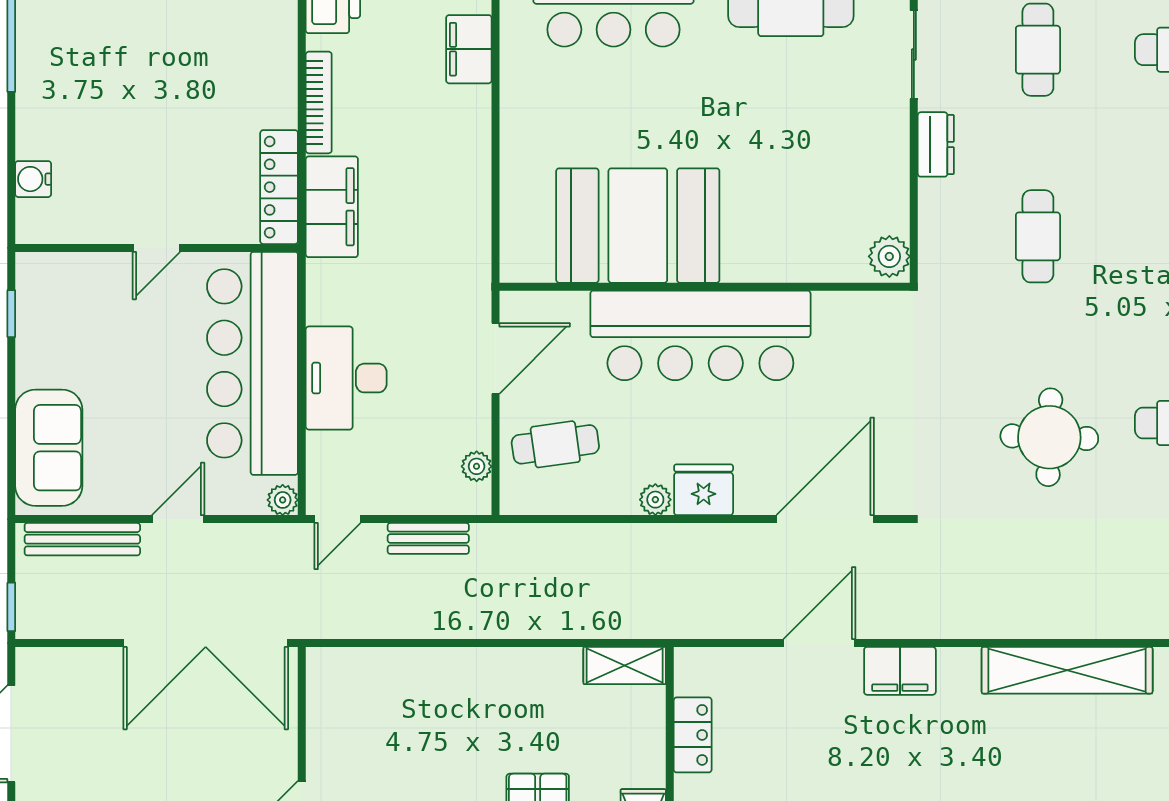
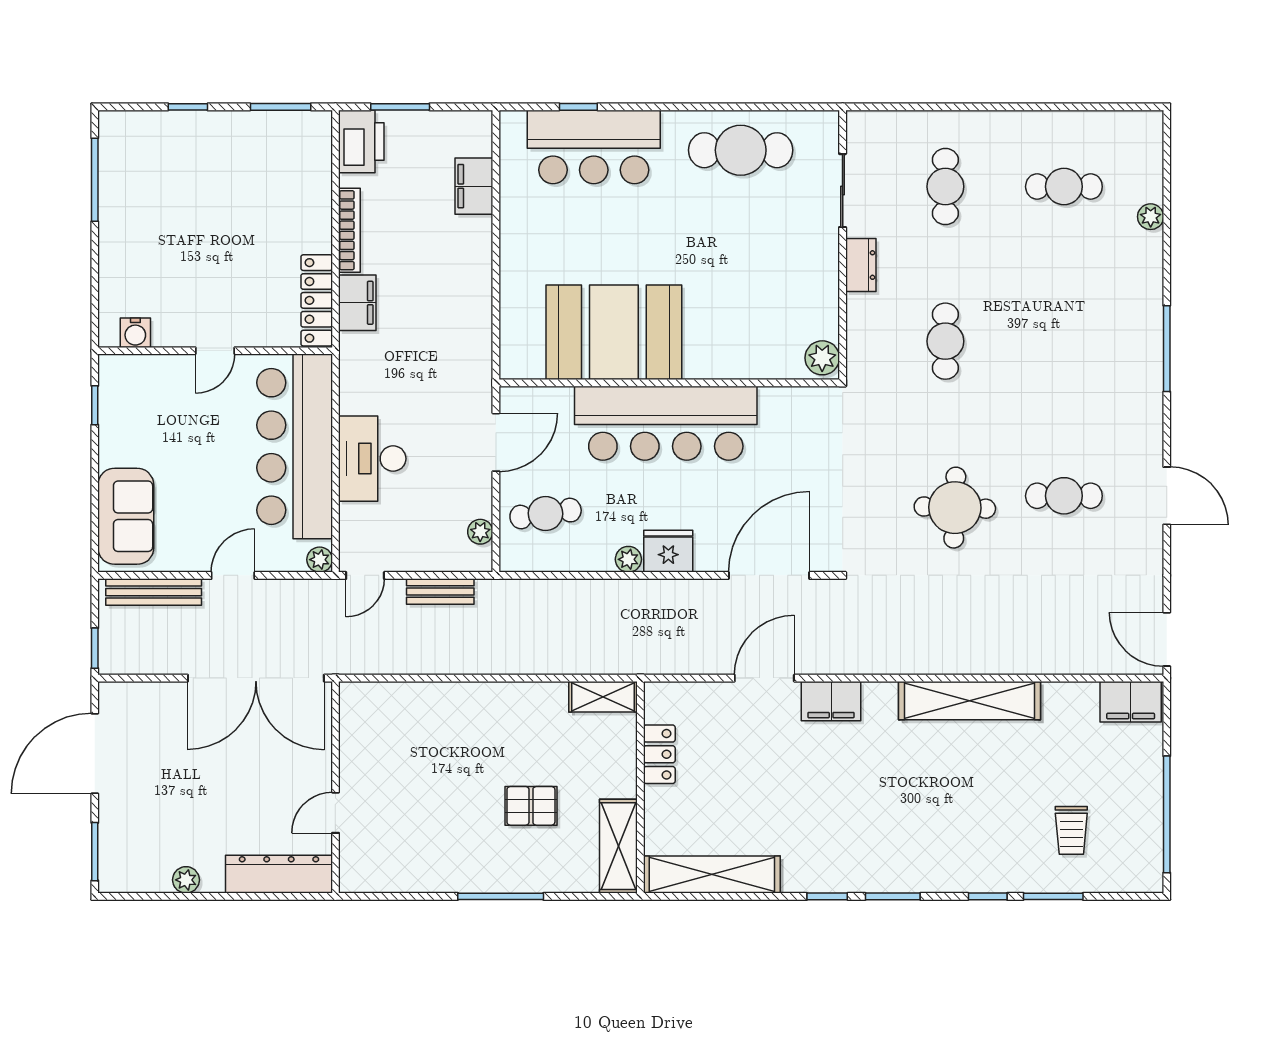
water cooler: (33, 179) -> (135, 333), moved, turned -90
filing cabinet: (332, 207) -> (357, 303), width x0.67, depth x0.86

